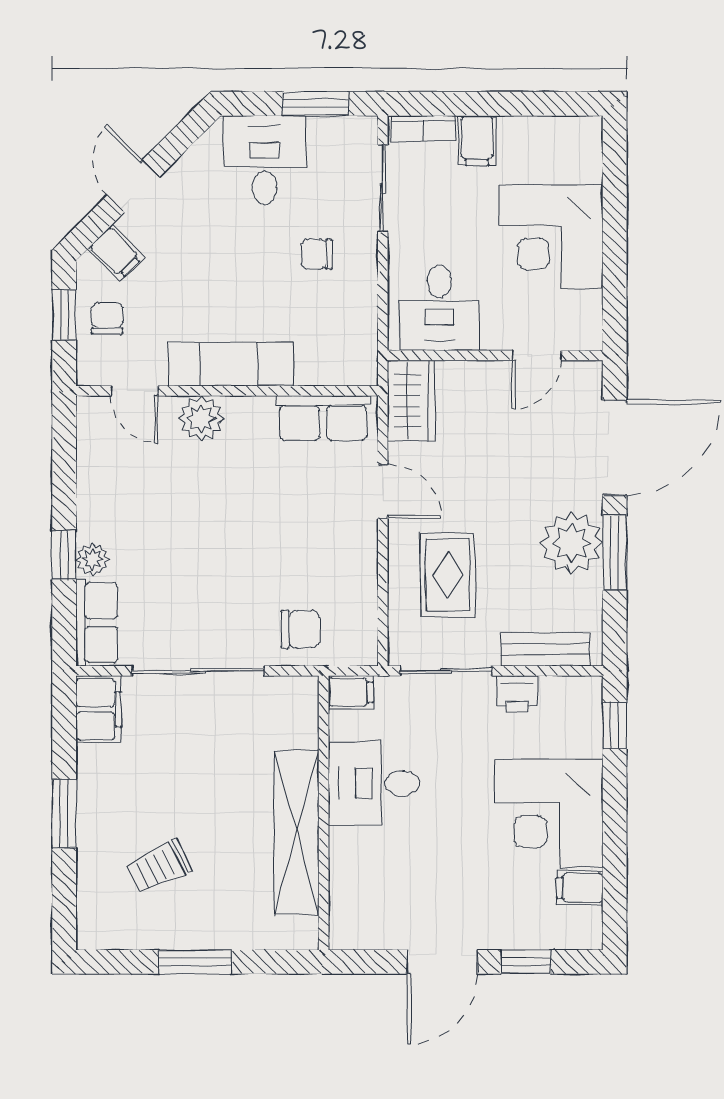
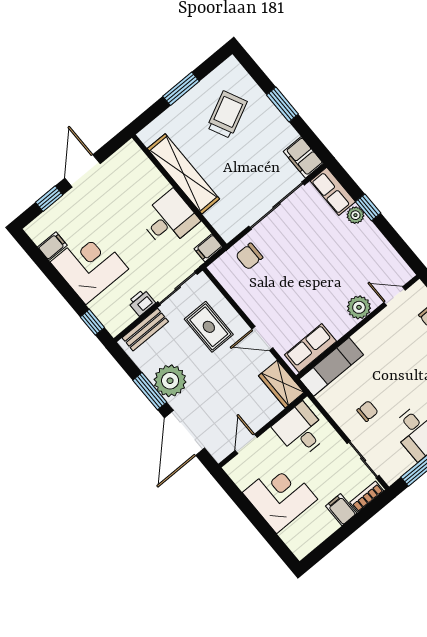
exam couch: (231, 364) -> (331, 367), moved
trolley: (159, 867) -> (227, 115), width x1.36, depth x1.39

